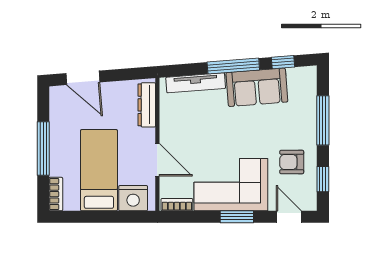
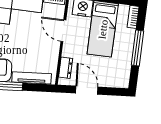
door: (83, 78) -> (87, 90), moved
dresser: (147, 105) -> (66, 68), width x0.70

